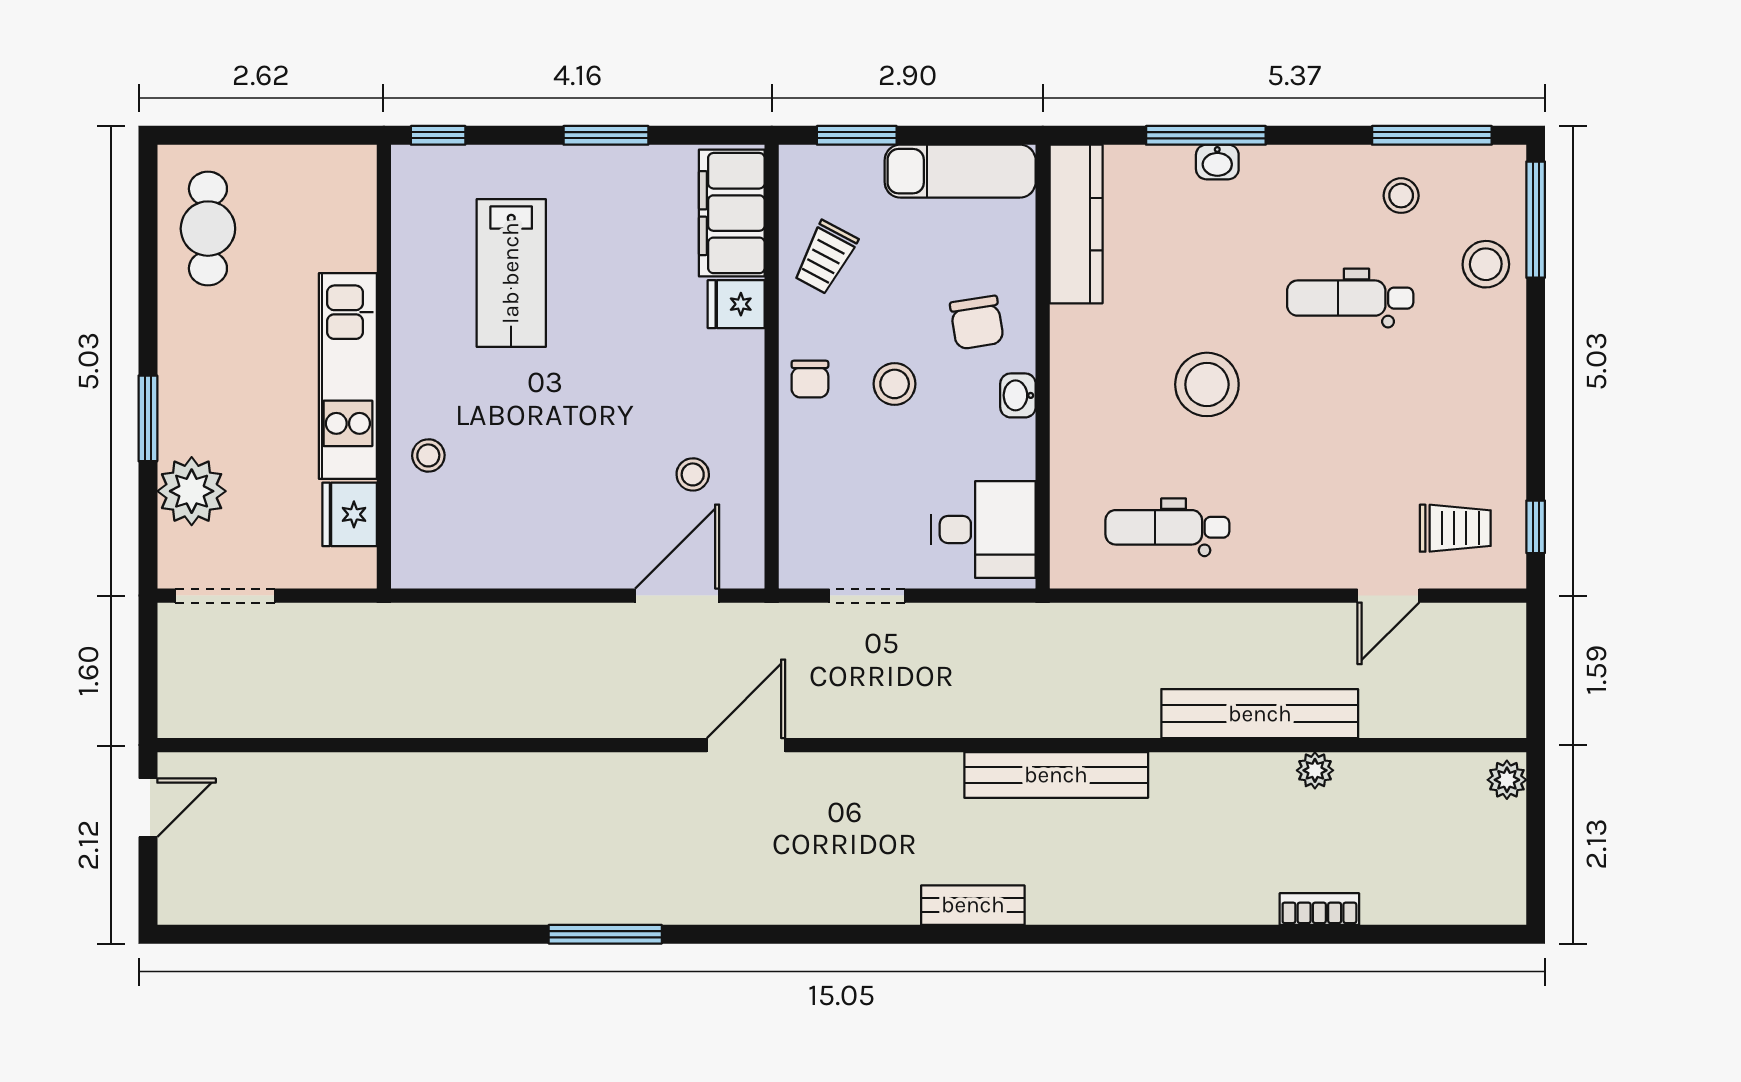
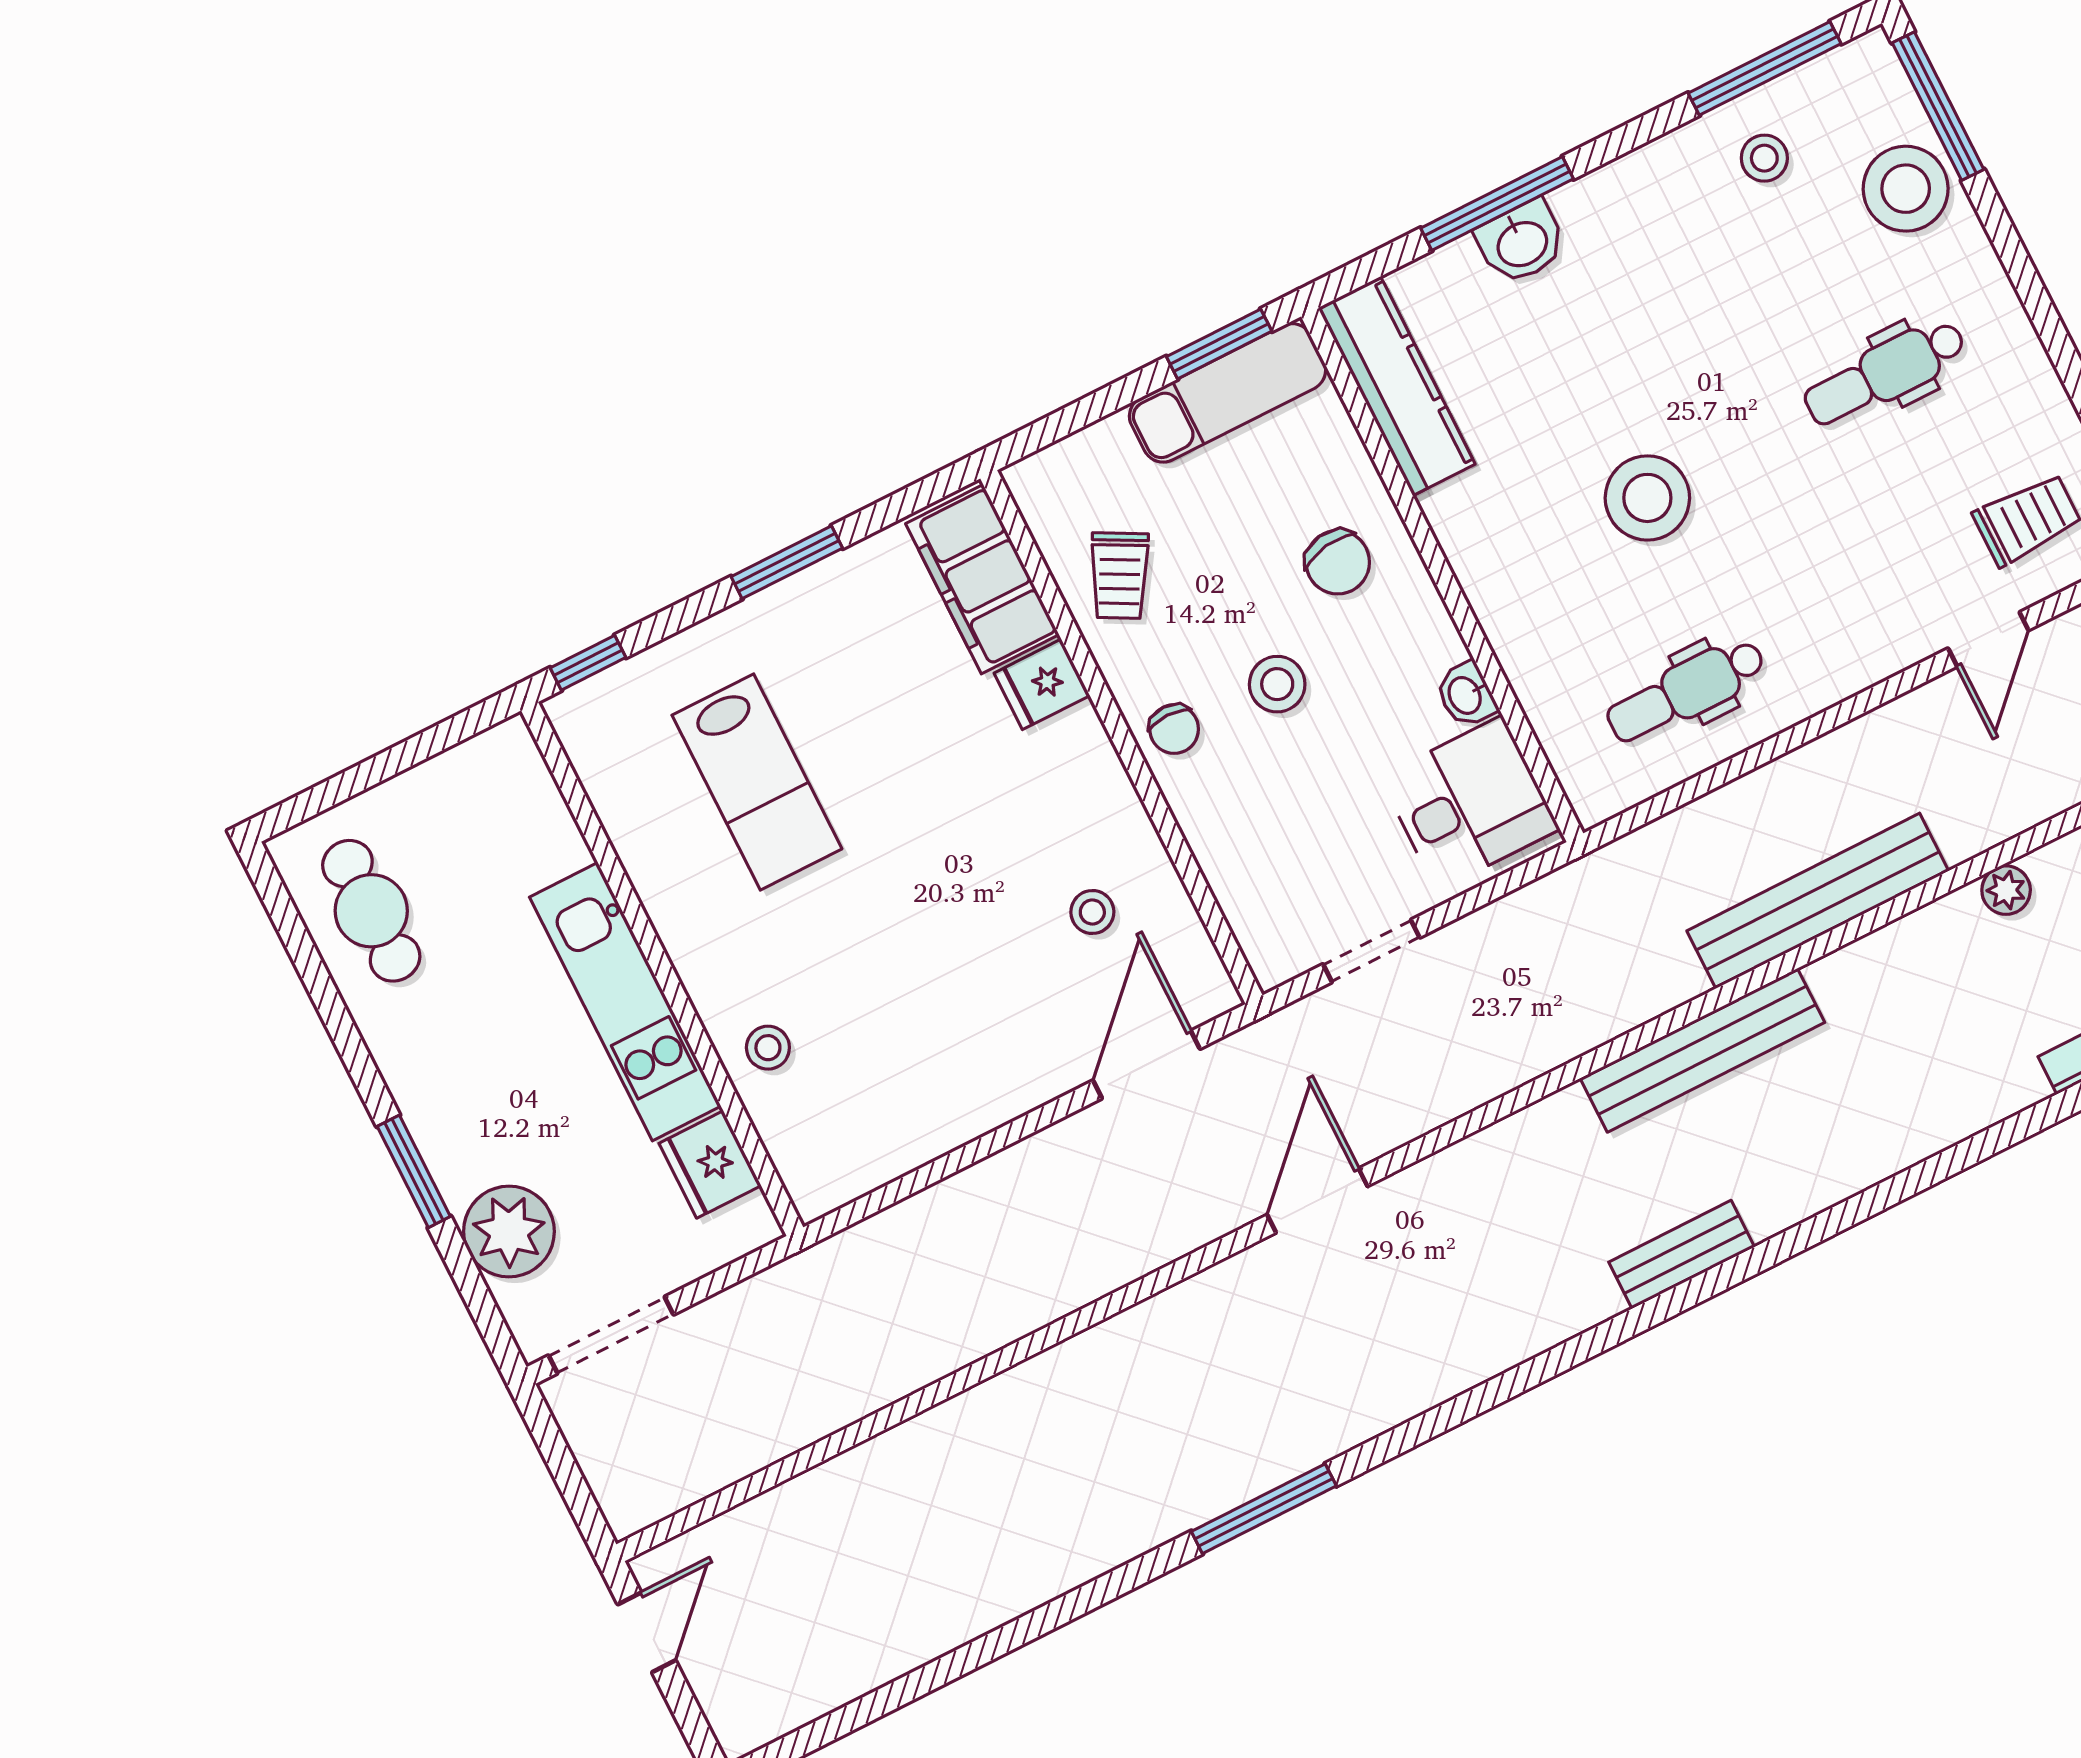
window: (857, 135) -> (1219, 344), moved
washbasin: (1217, 162) -> (1521, 242), width x1.38, depth x1.45
stool: (1486, 264) -> (1906, 189), width x1.38, depth x1.38
dental chair: (1350, 298) -> (1885, 373), moved
washbasin: (1018, 395) -> (1466, 695), moved
bench: (1260, 714) -> (1818, 901), moved

